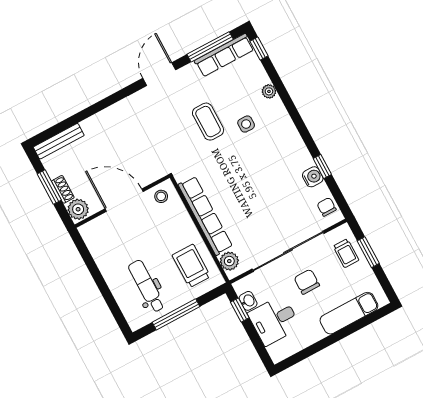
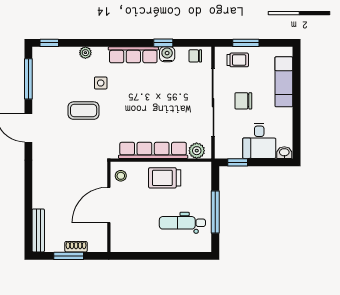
row of seats: (224, 55) -> (133, 55), moved, turned 90
plant: (78, 209) -> (97, 243), removed
trolley: (191, 266) -> (165, 178), moved
washbasin: (248, 301) -> (284, 153), moved

